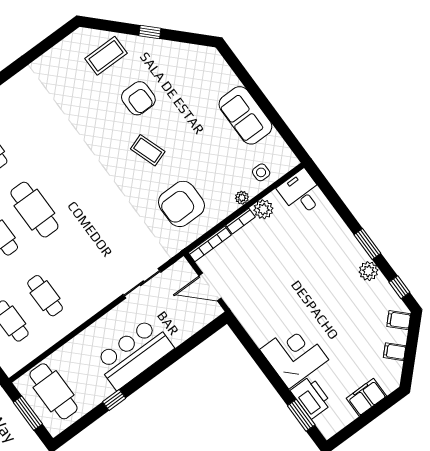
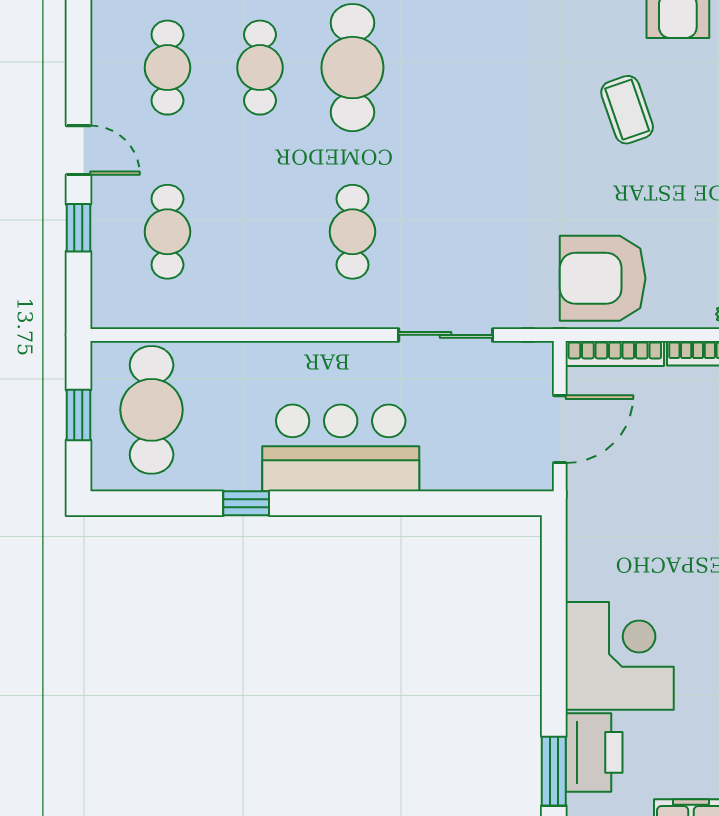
armchair: (181, 204) -> (603, 278), moved
door: (210, 287) -> (560, 429), swing flipped
cafe table: (45, 296) -> (352, 232), moved
window: (28, 413) -> (78, 415), width x0.67

